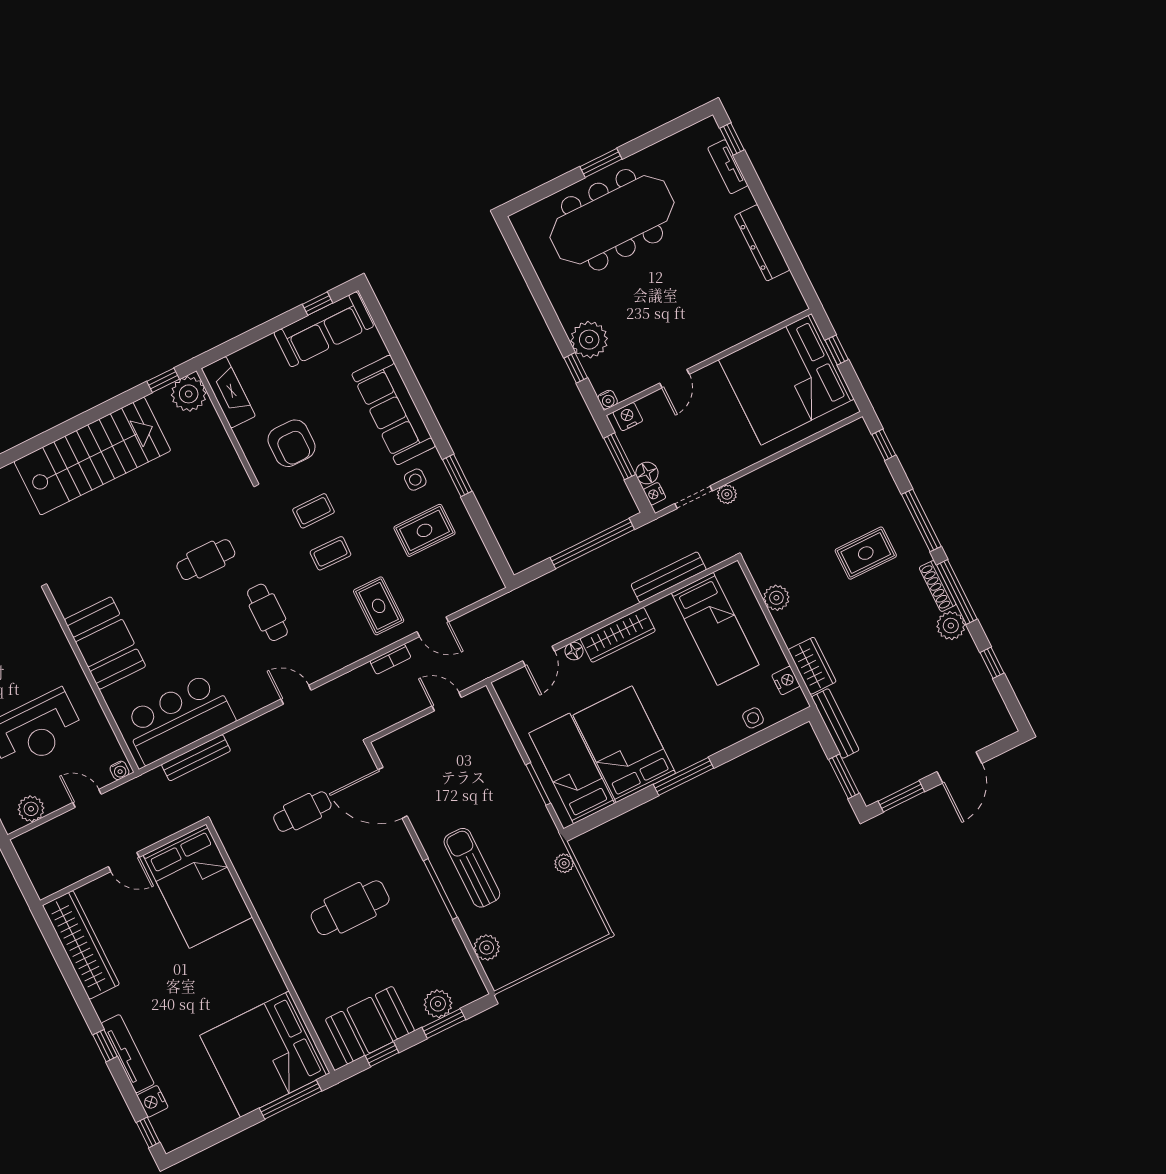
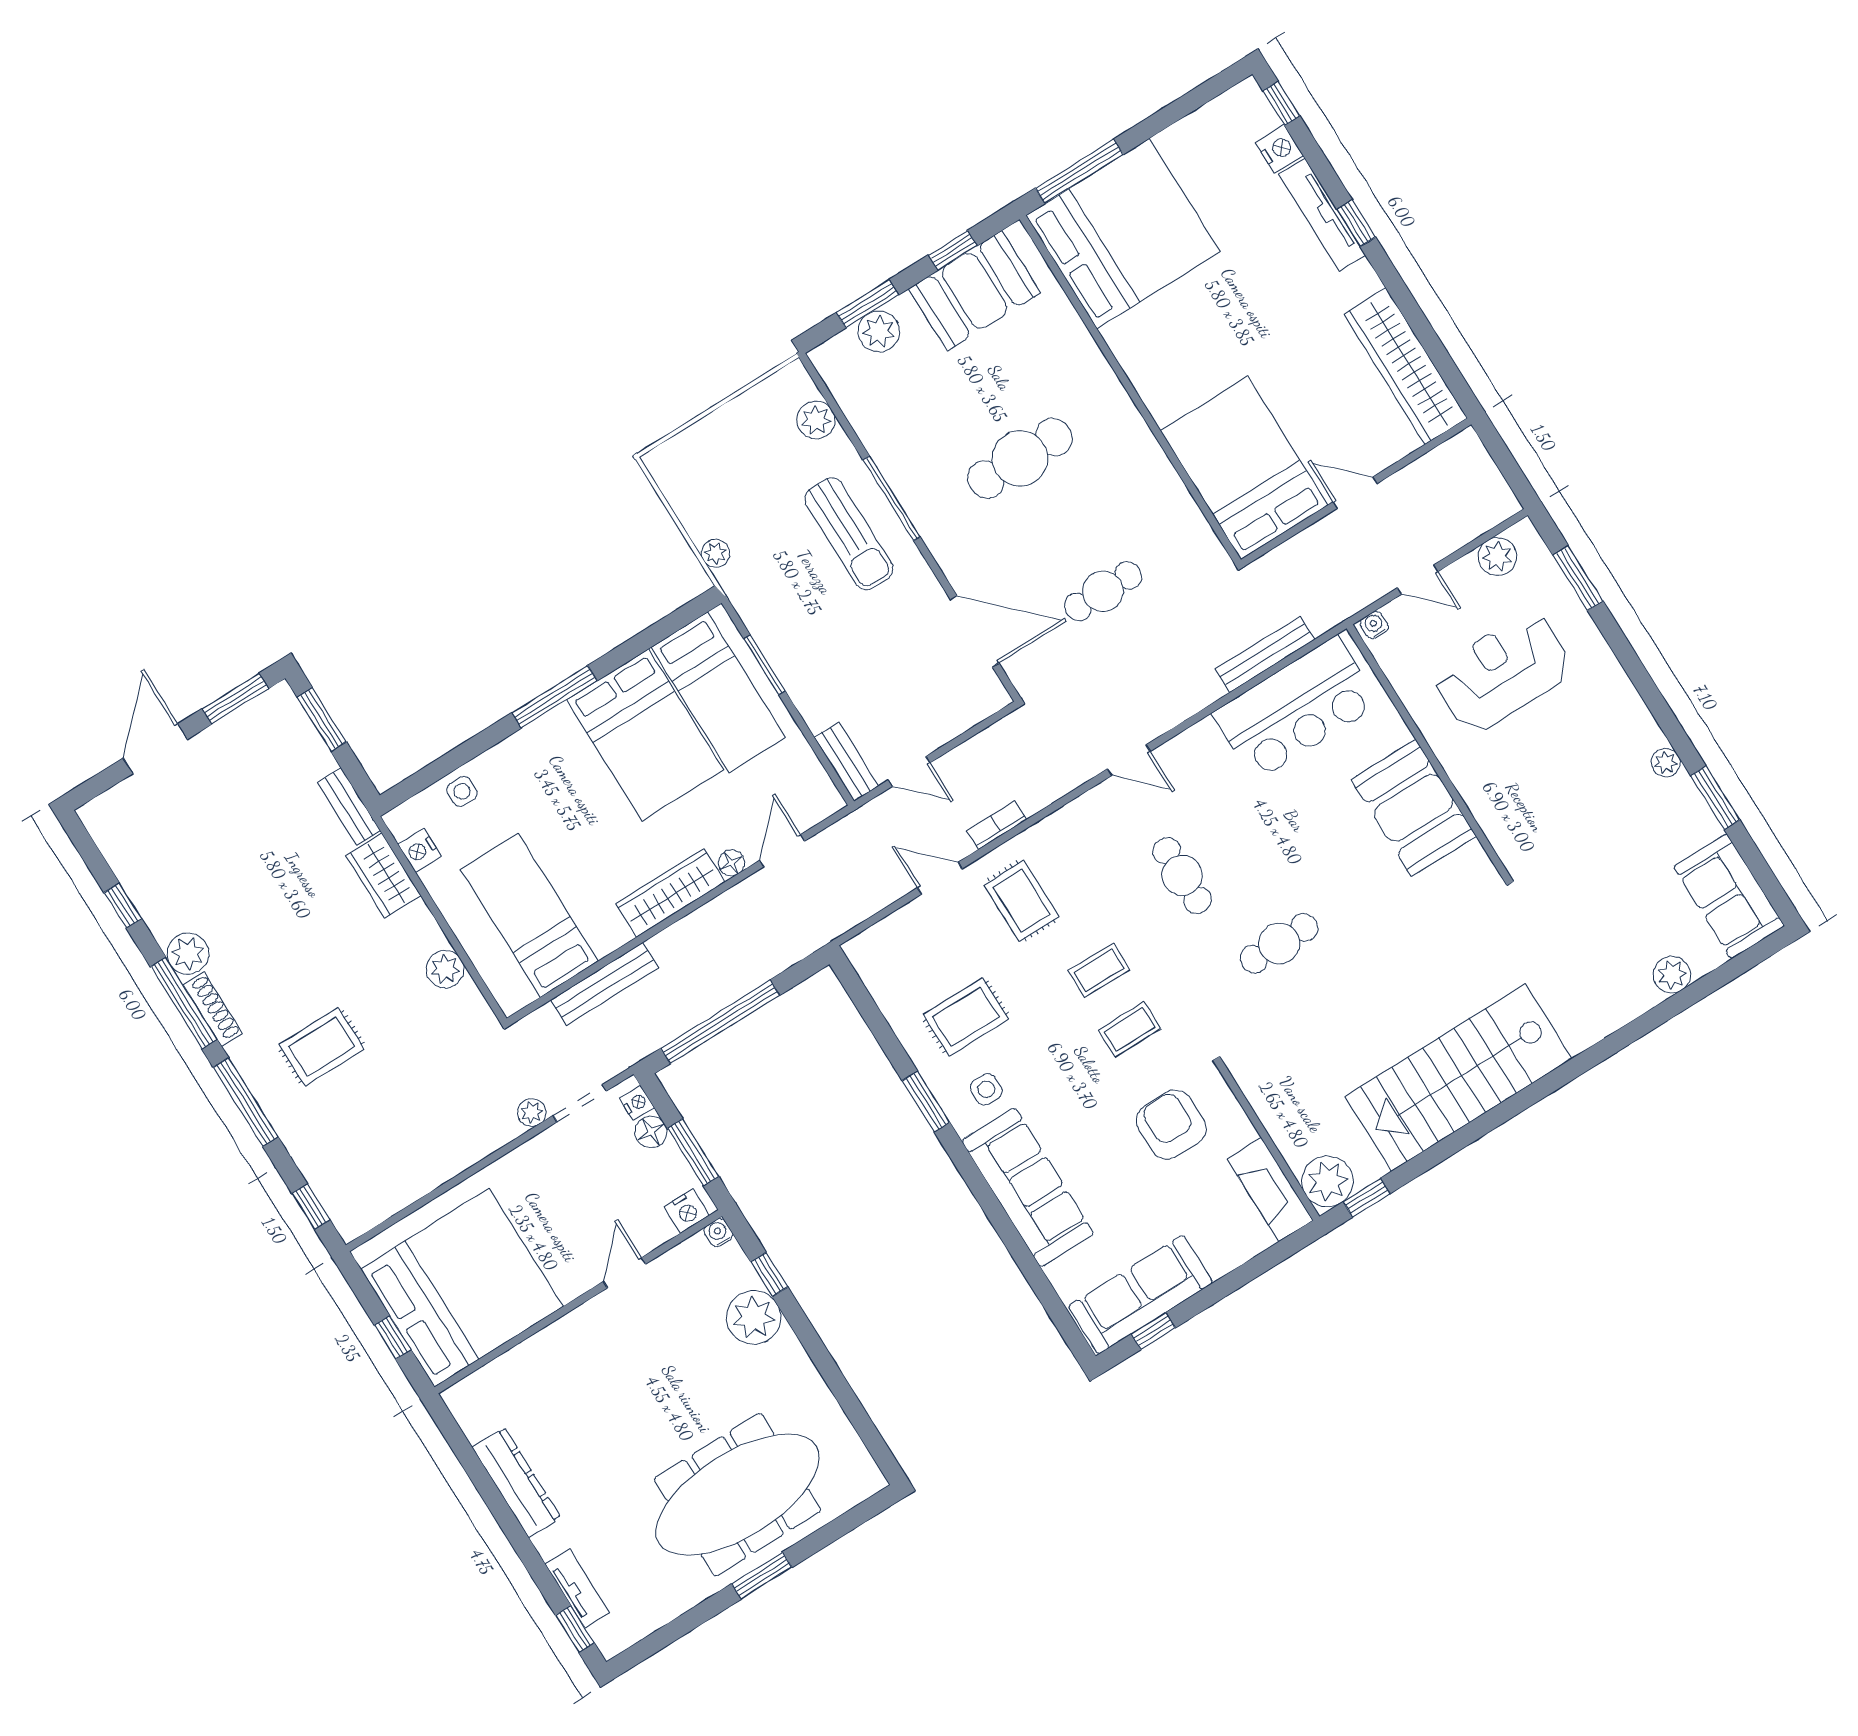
bench: (489, 712) -> (846, 762), added
bench: (835, 723) -> (349, 806), width x0.73

